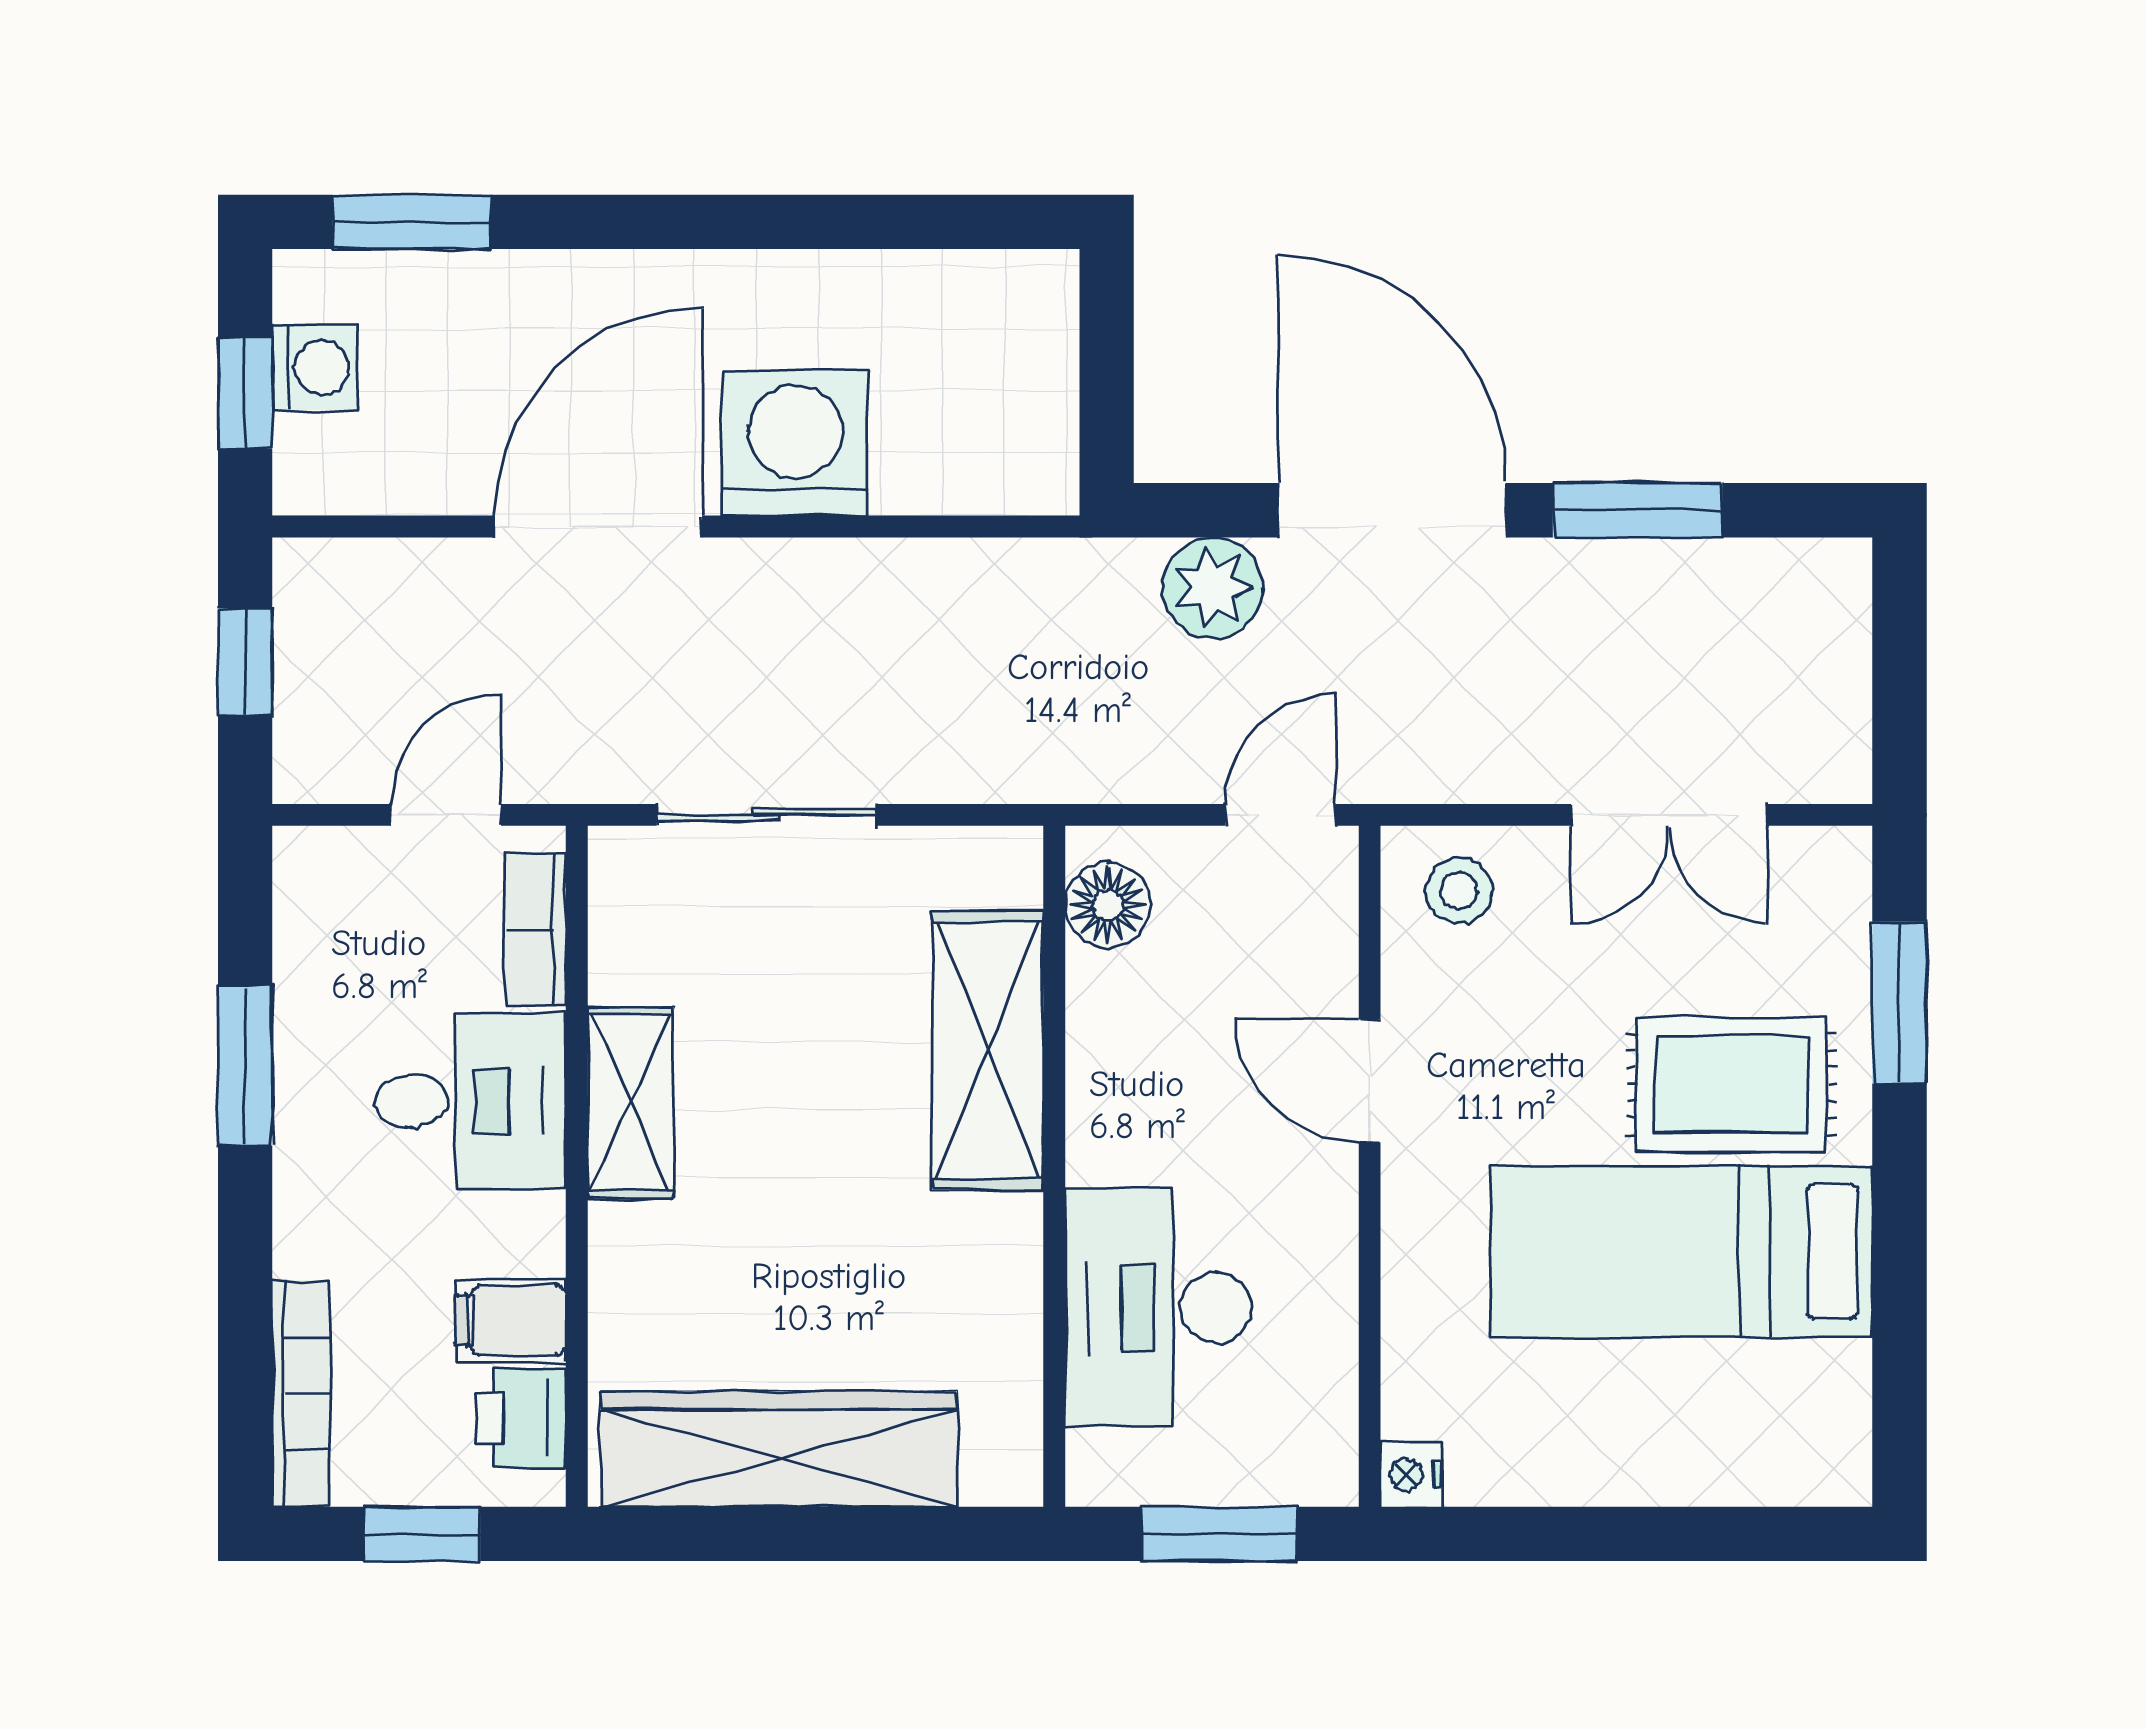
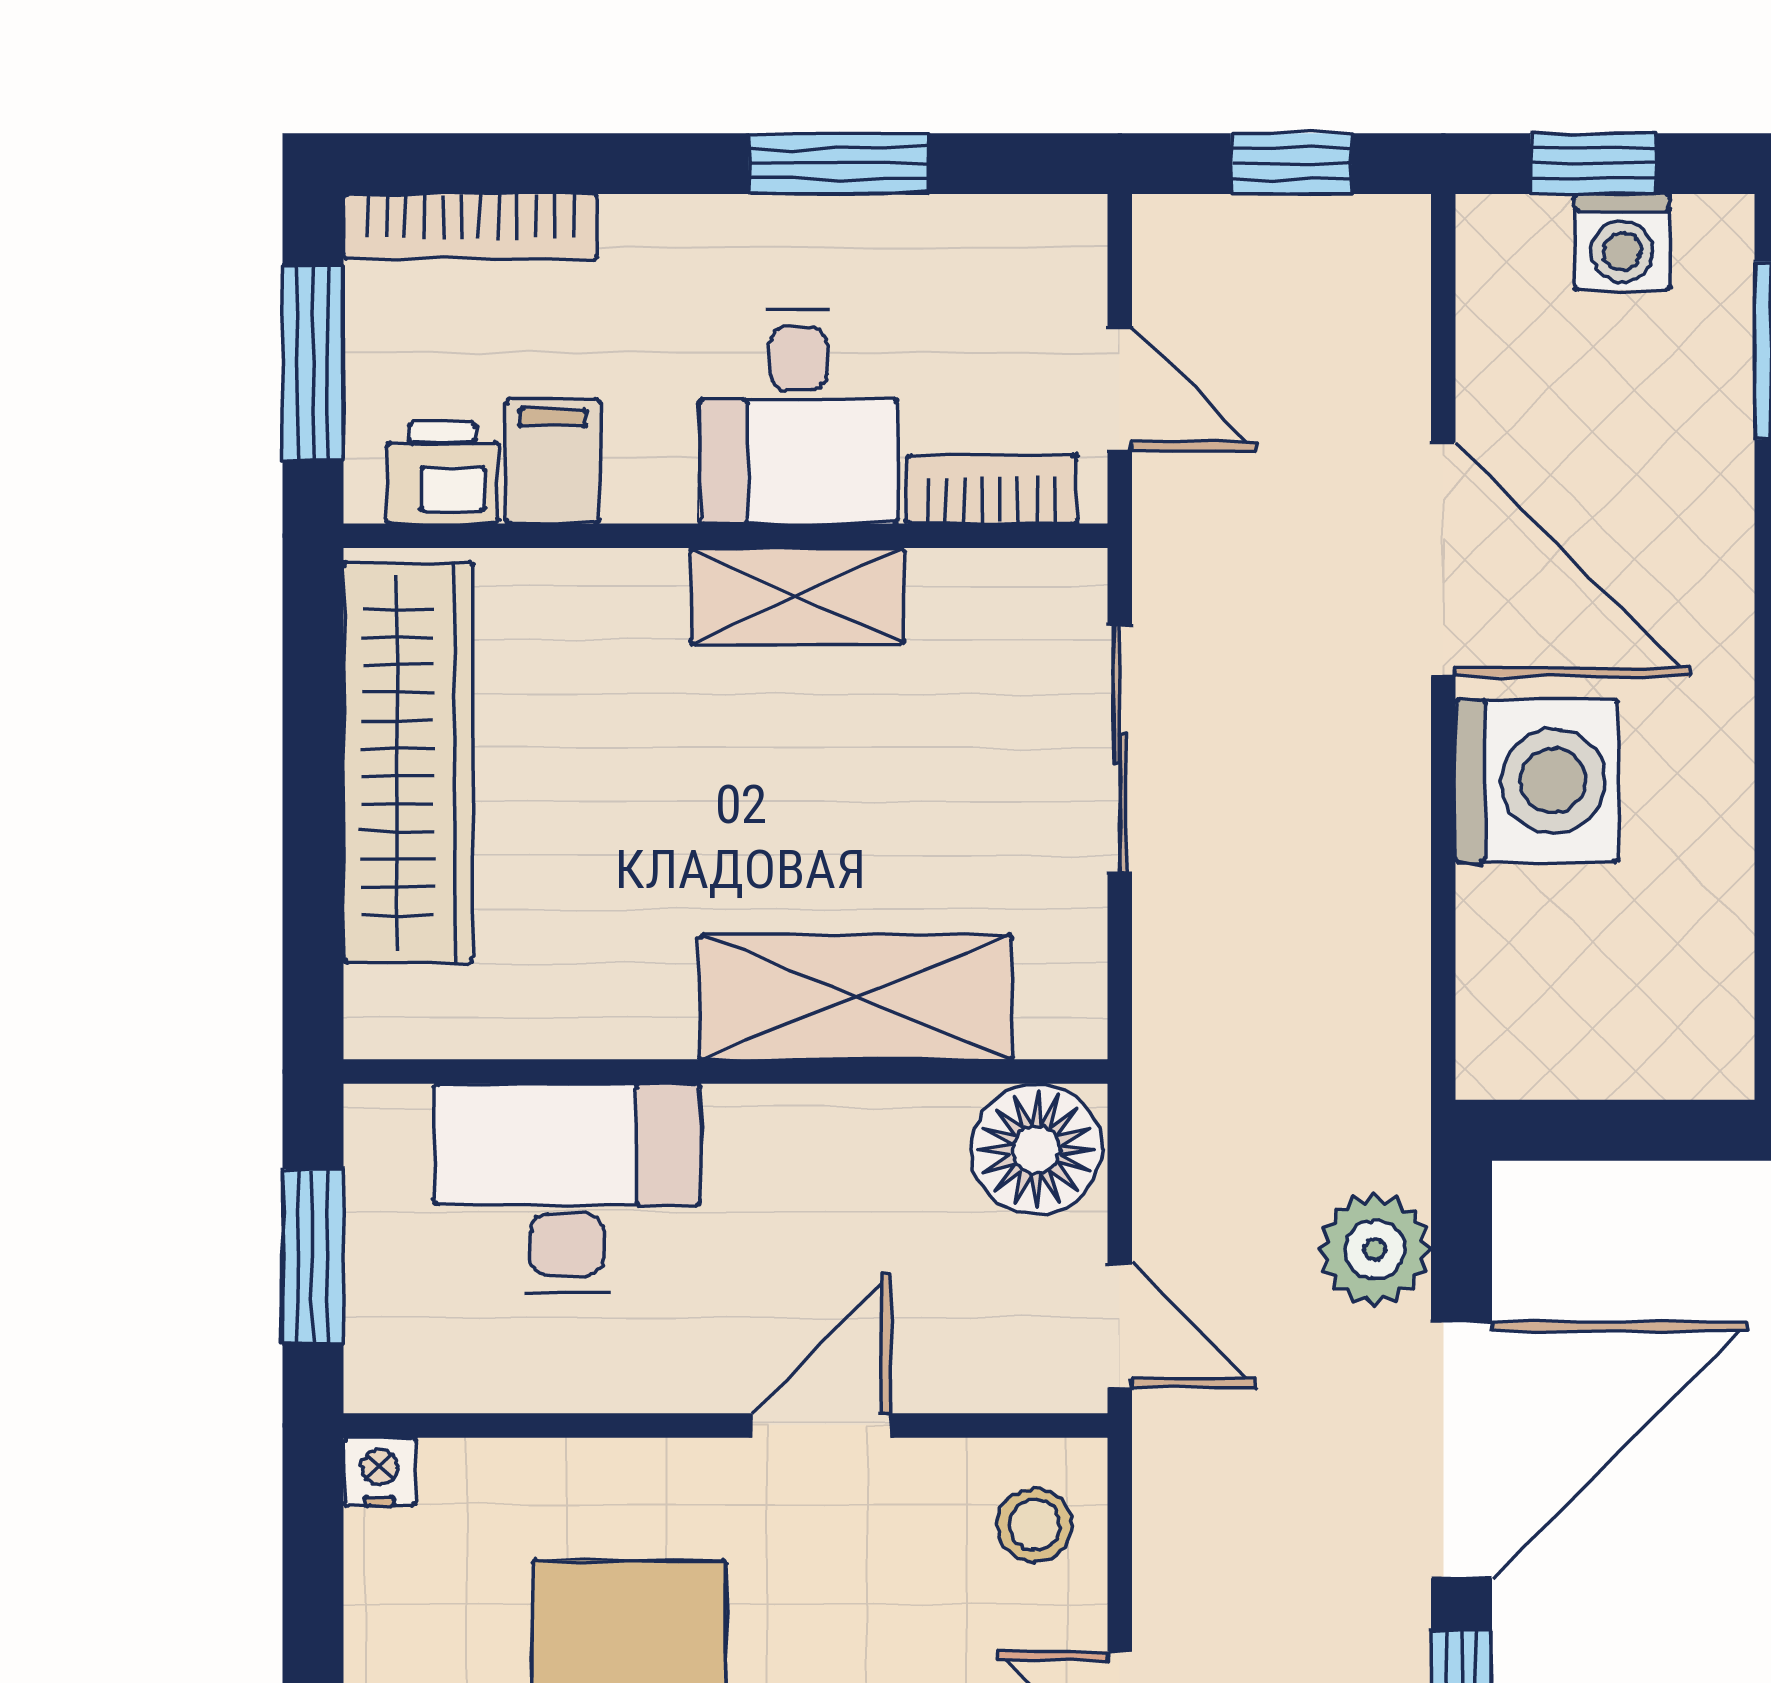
floor lamp: (1108, 905) -> (1036, 1150), width x1.38, depth x1.38
window: (422, 1534) -> (313, 363), width x1.50

